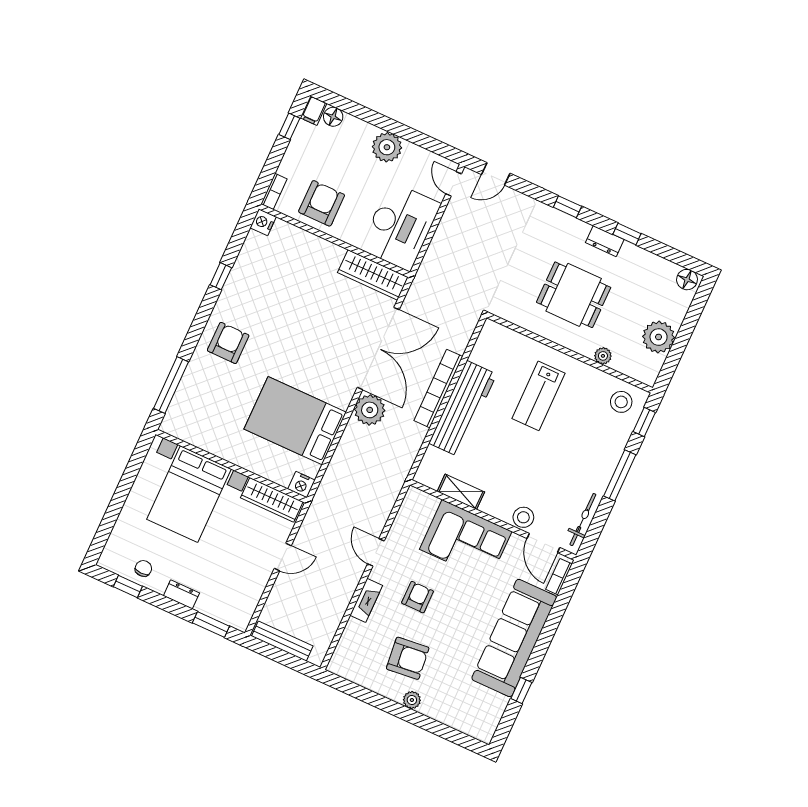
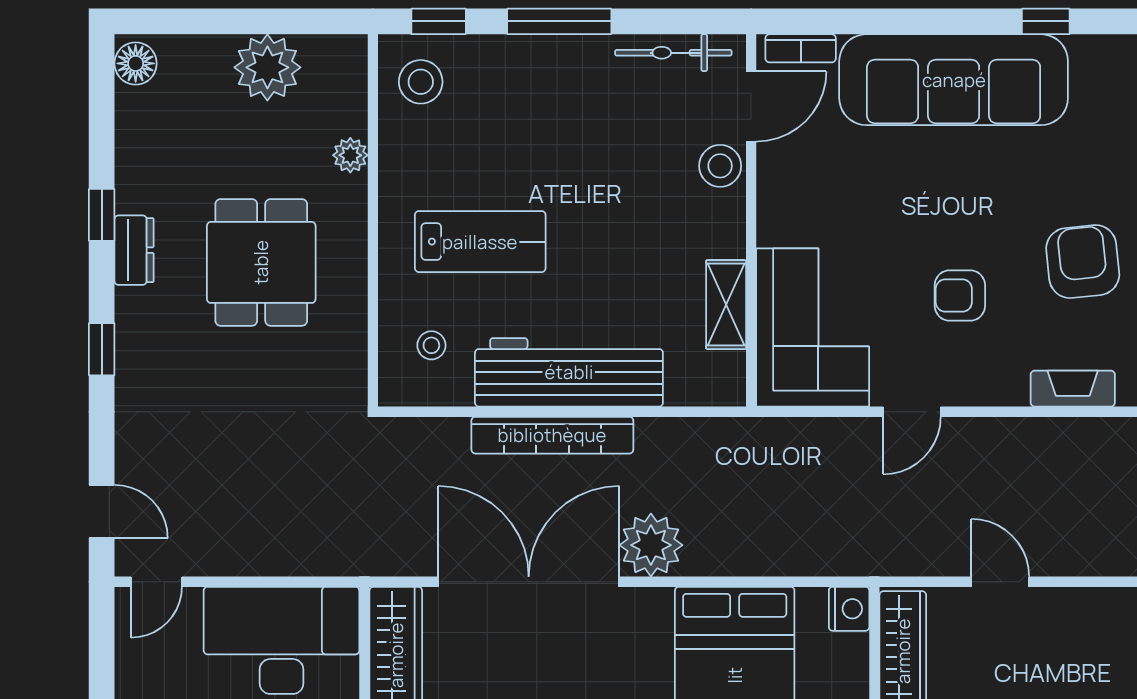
stool: (502, 353) -> (431, 345), added
corner sofa: (466, 540) -> (813, 328), moved
fireplace: (366, 600) -> (1073, 389), moved

